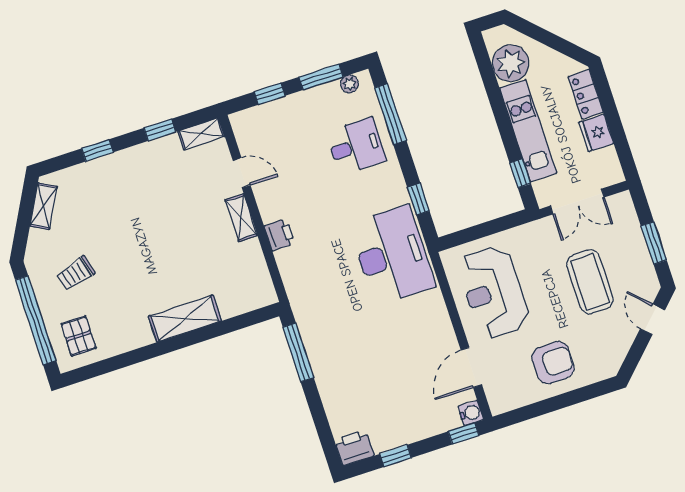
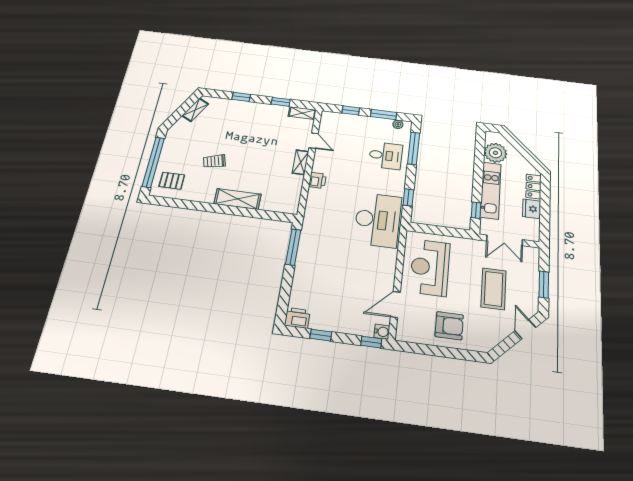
trolley: (76, 273) -> (214, 161), moved
pallet: (79, 336) -> (172, 181), turned 90

